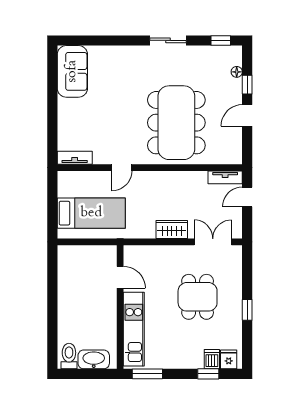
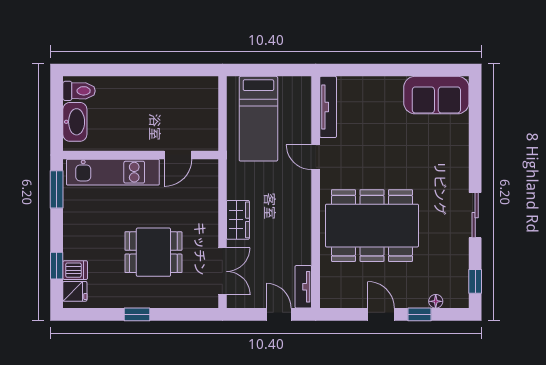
tv unit: (75, 158) -> (328, 107), width x1.41

